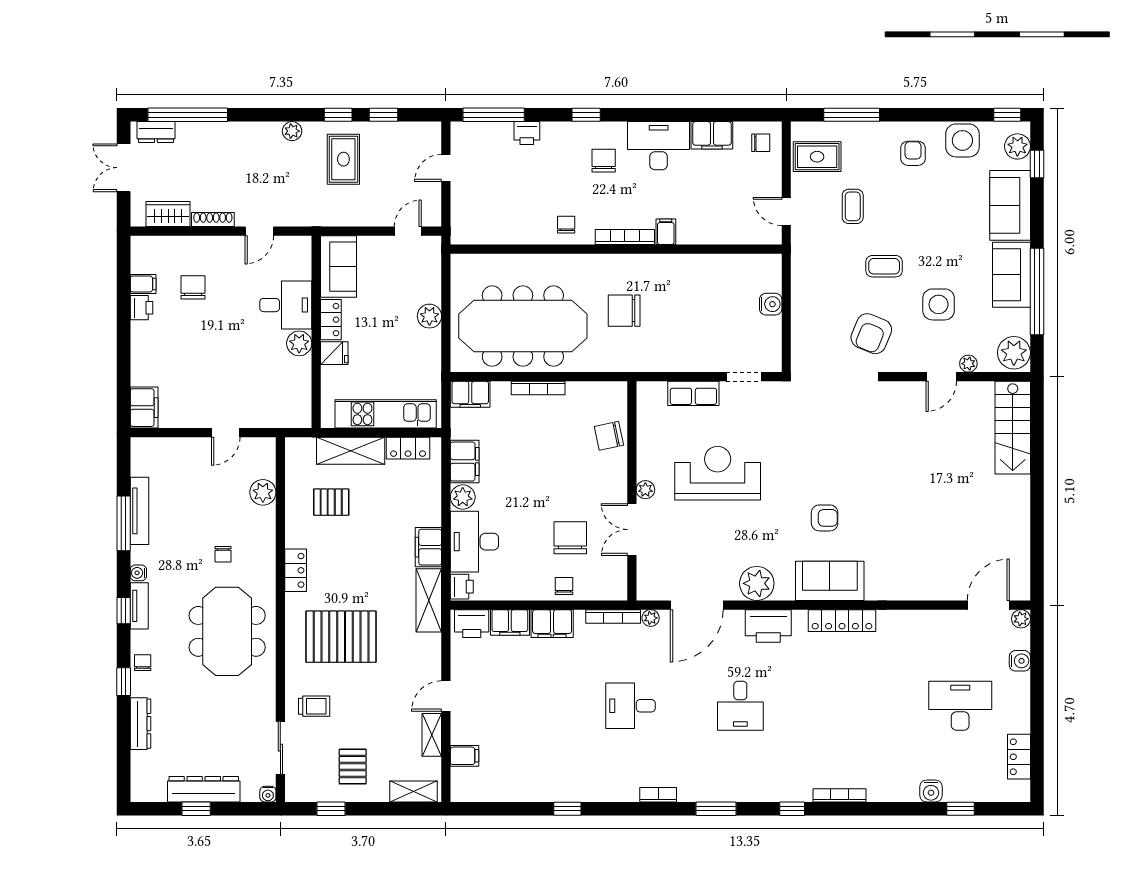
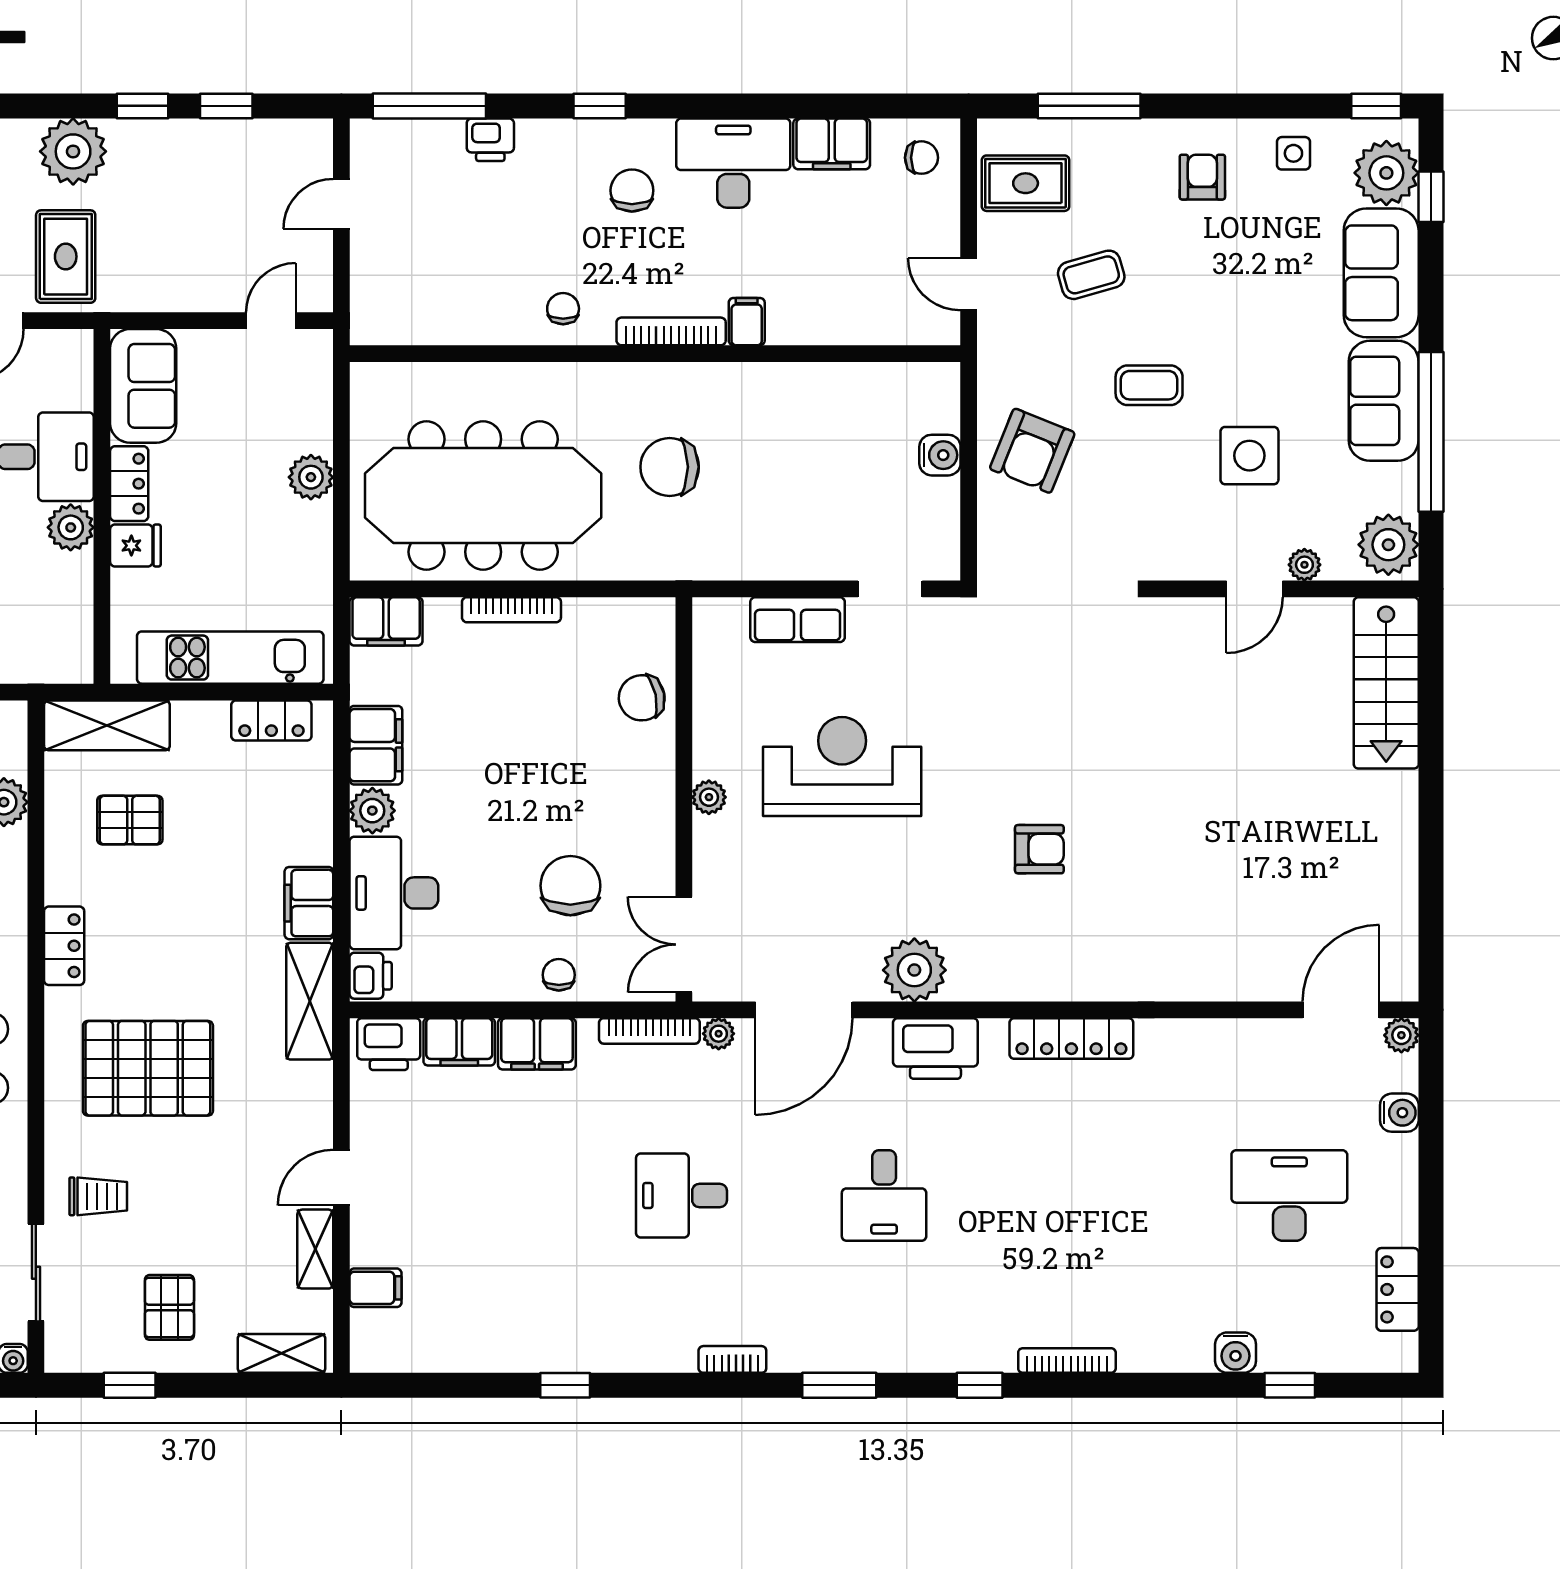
plant: (292, 131) -> (73, 151), width x1.88, depth x1.88
side table: (962, 140) -> (1293, 153), width x0.54, depth x0.54
plant: (1017, 146) -> (1386, 173), width x1.36, depth x1.36
rug: (343, 159) -> (66, 257), moved
coffee table: (853, 206) -> (1091, 275), turned 74
armchair: (871, 334) -> (1032, 451), moved
shelving: (351, 451) -> (107, 725), moved
double door: (632, 530) -> (684, 945), moved
sofa: (830, 581) -> (1049, 965), removed

